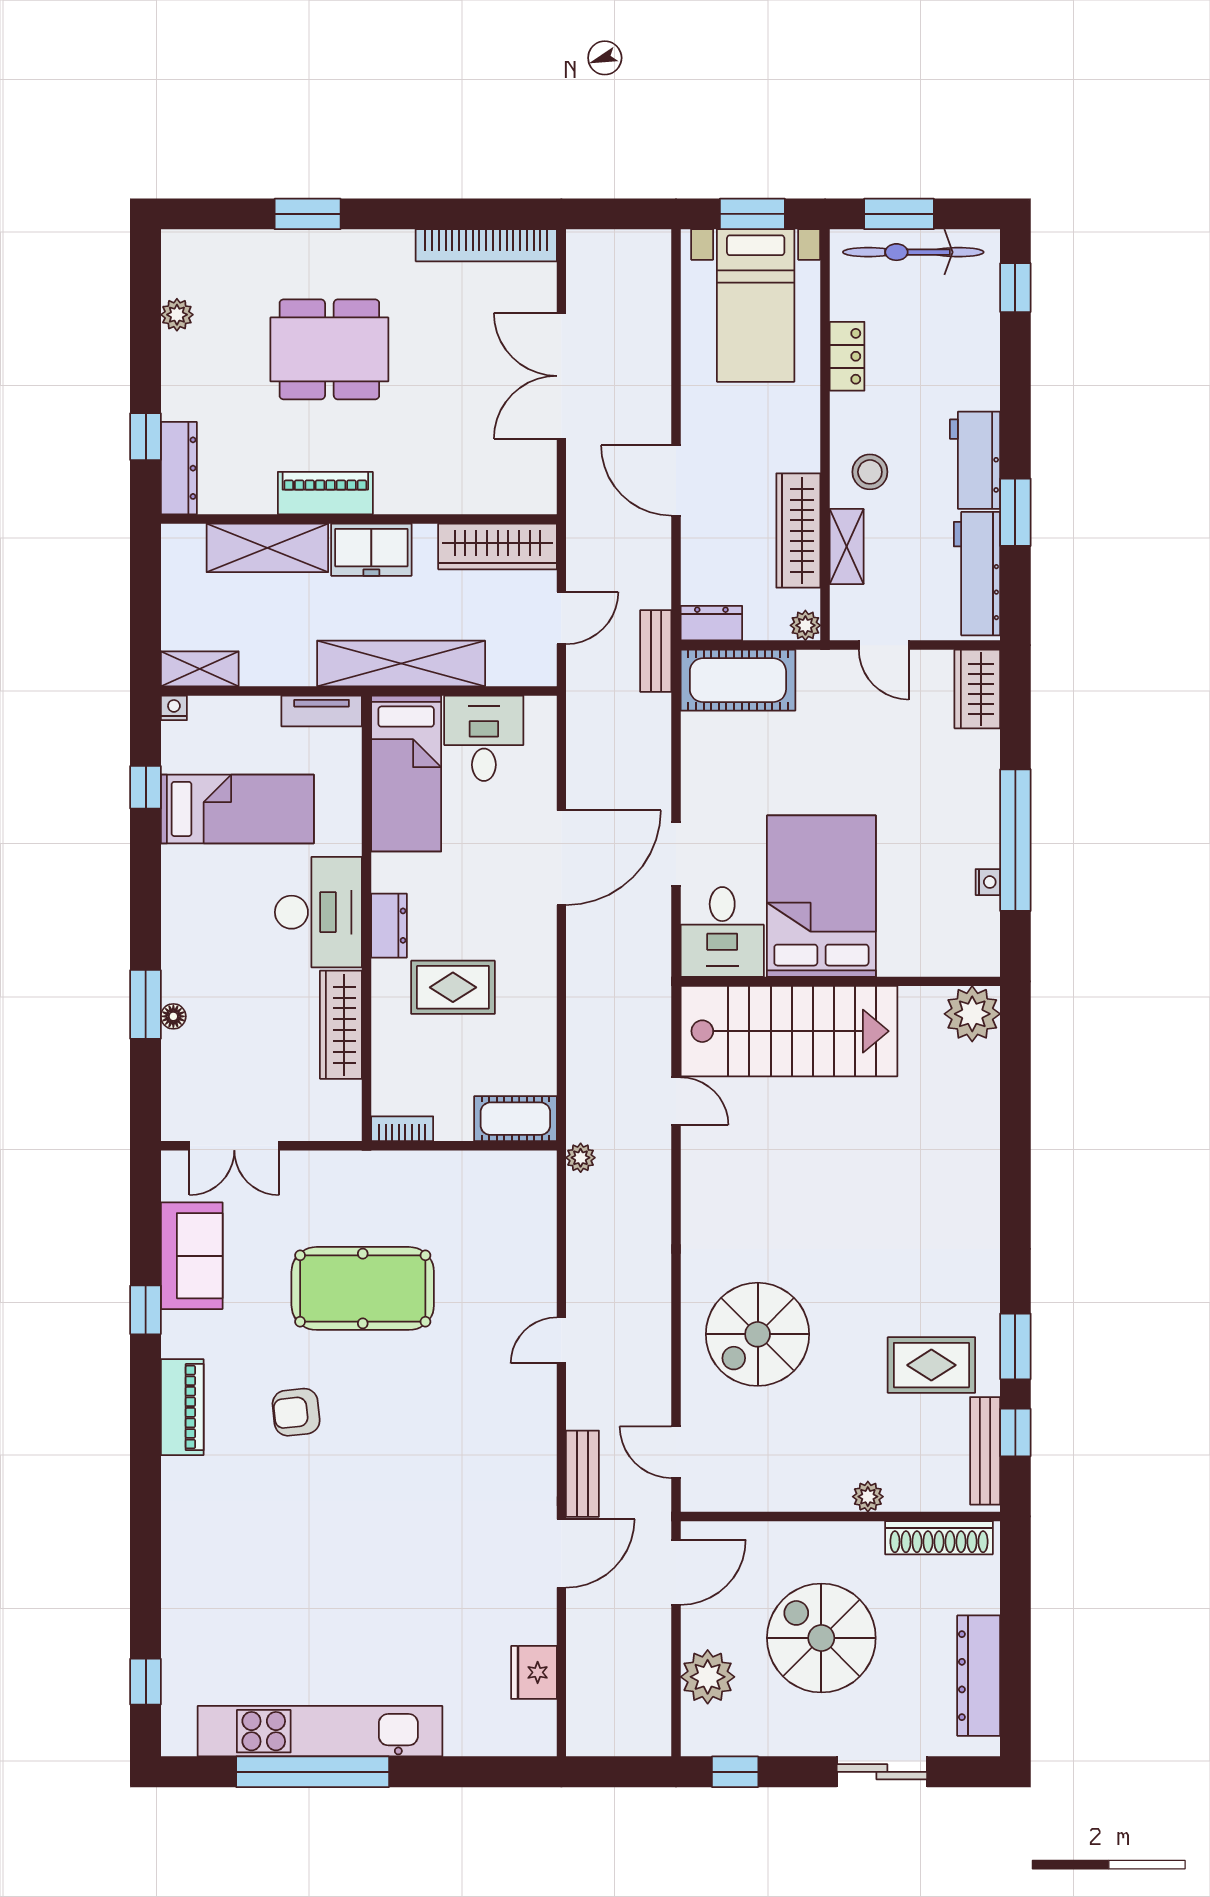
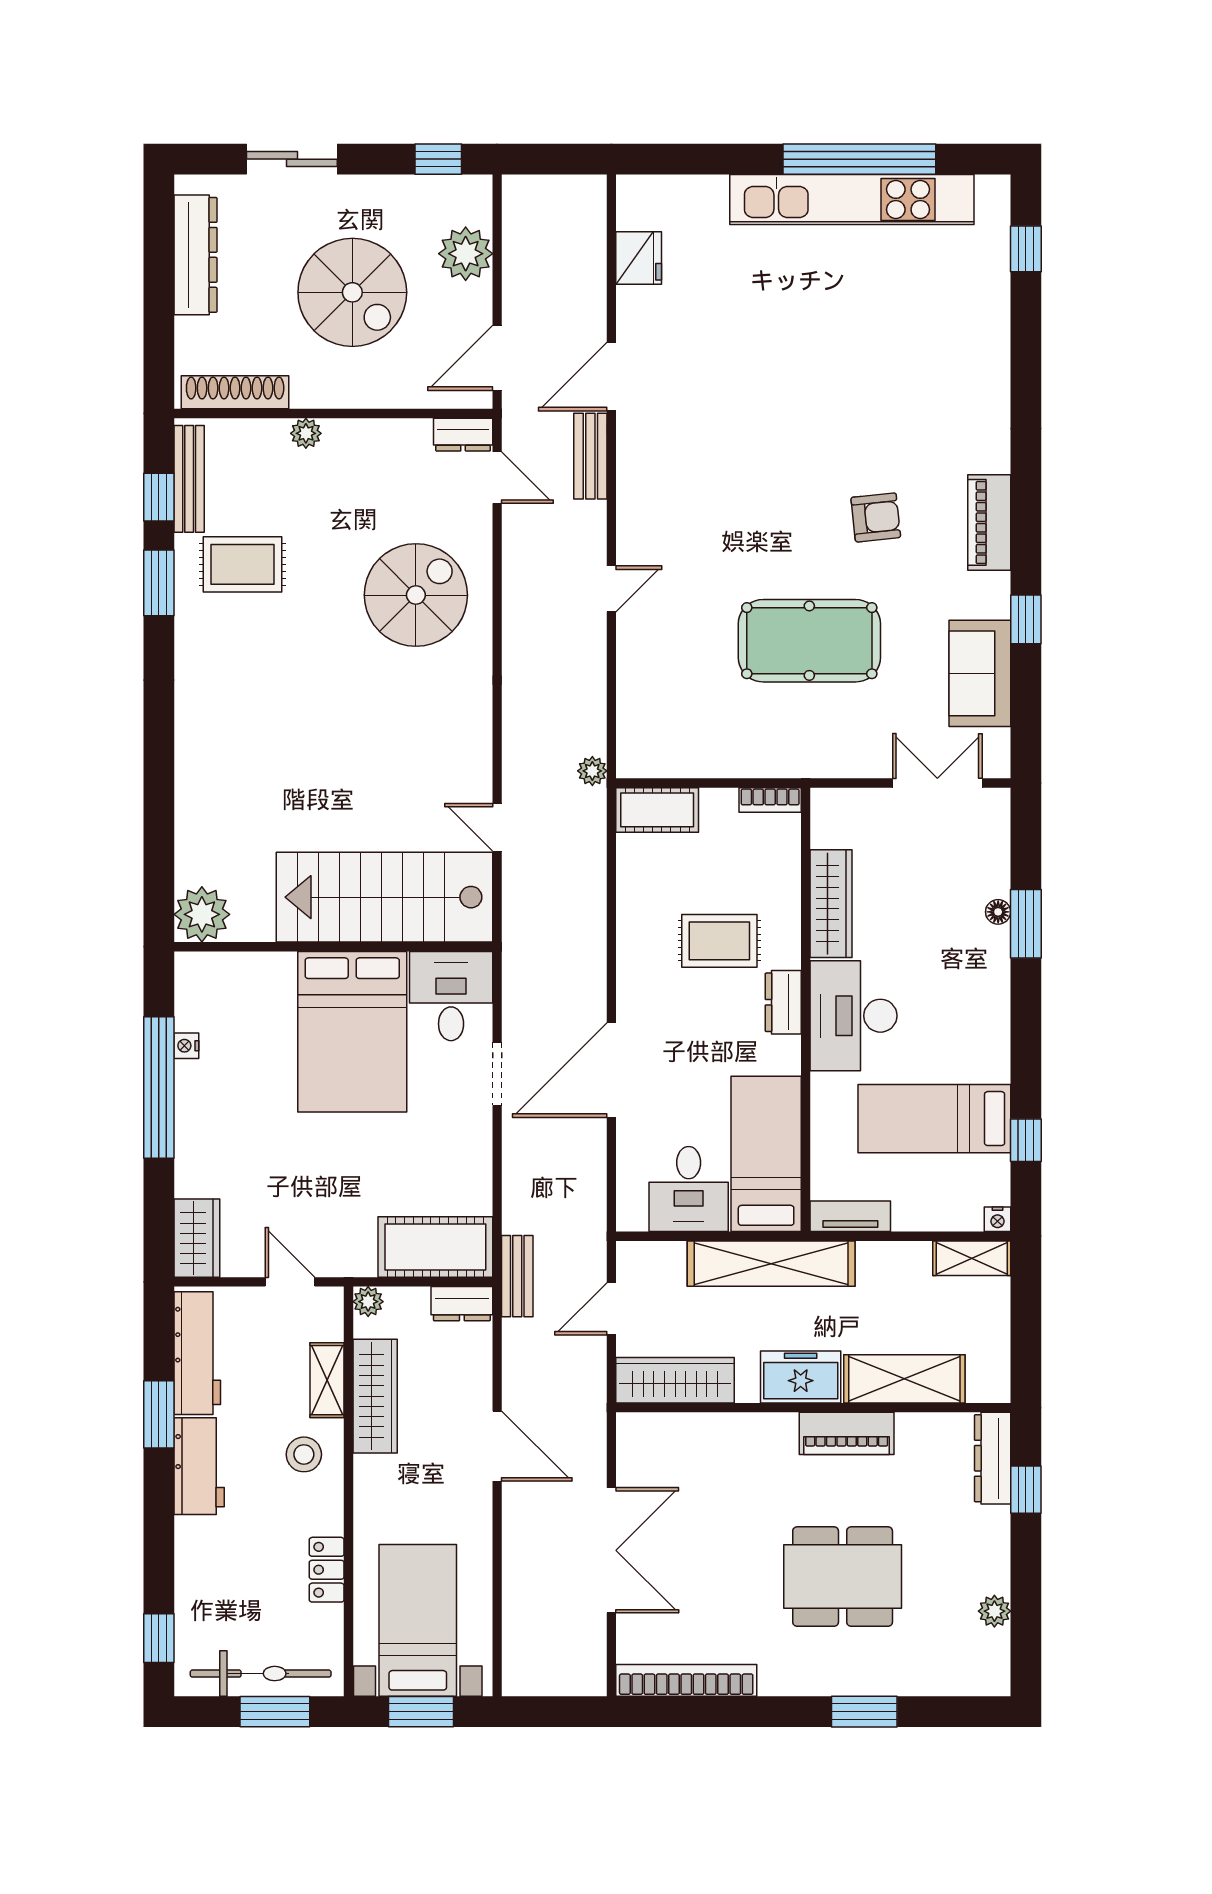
dresser: (710, 1495) -> (463, 435), added

